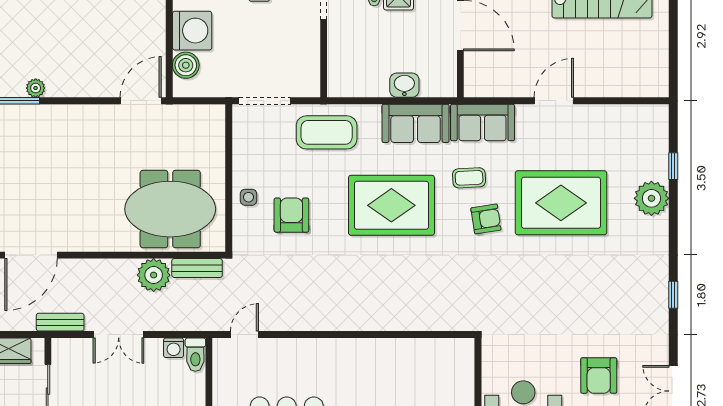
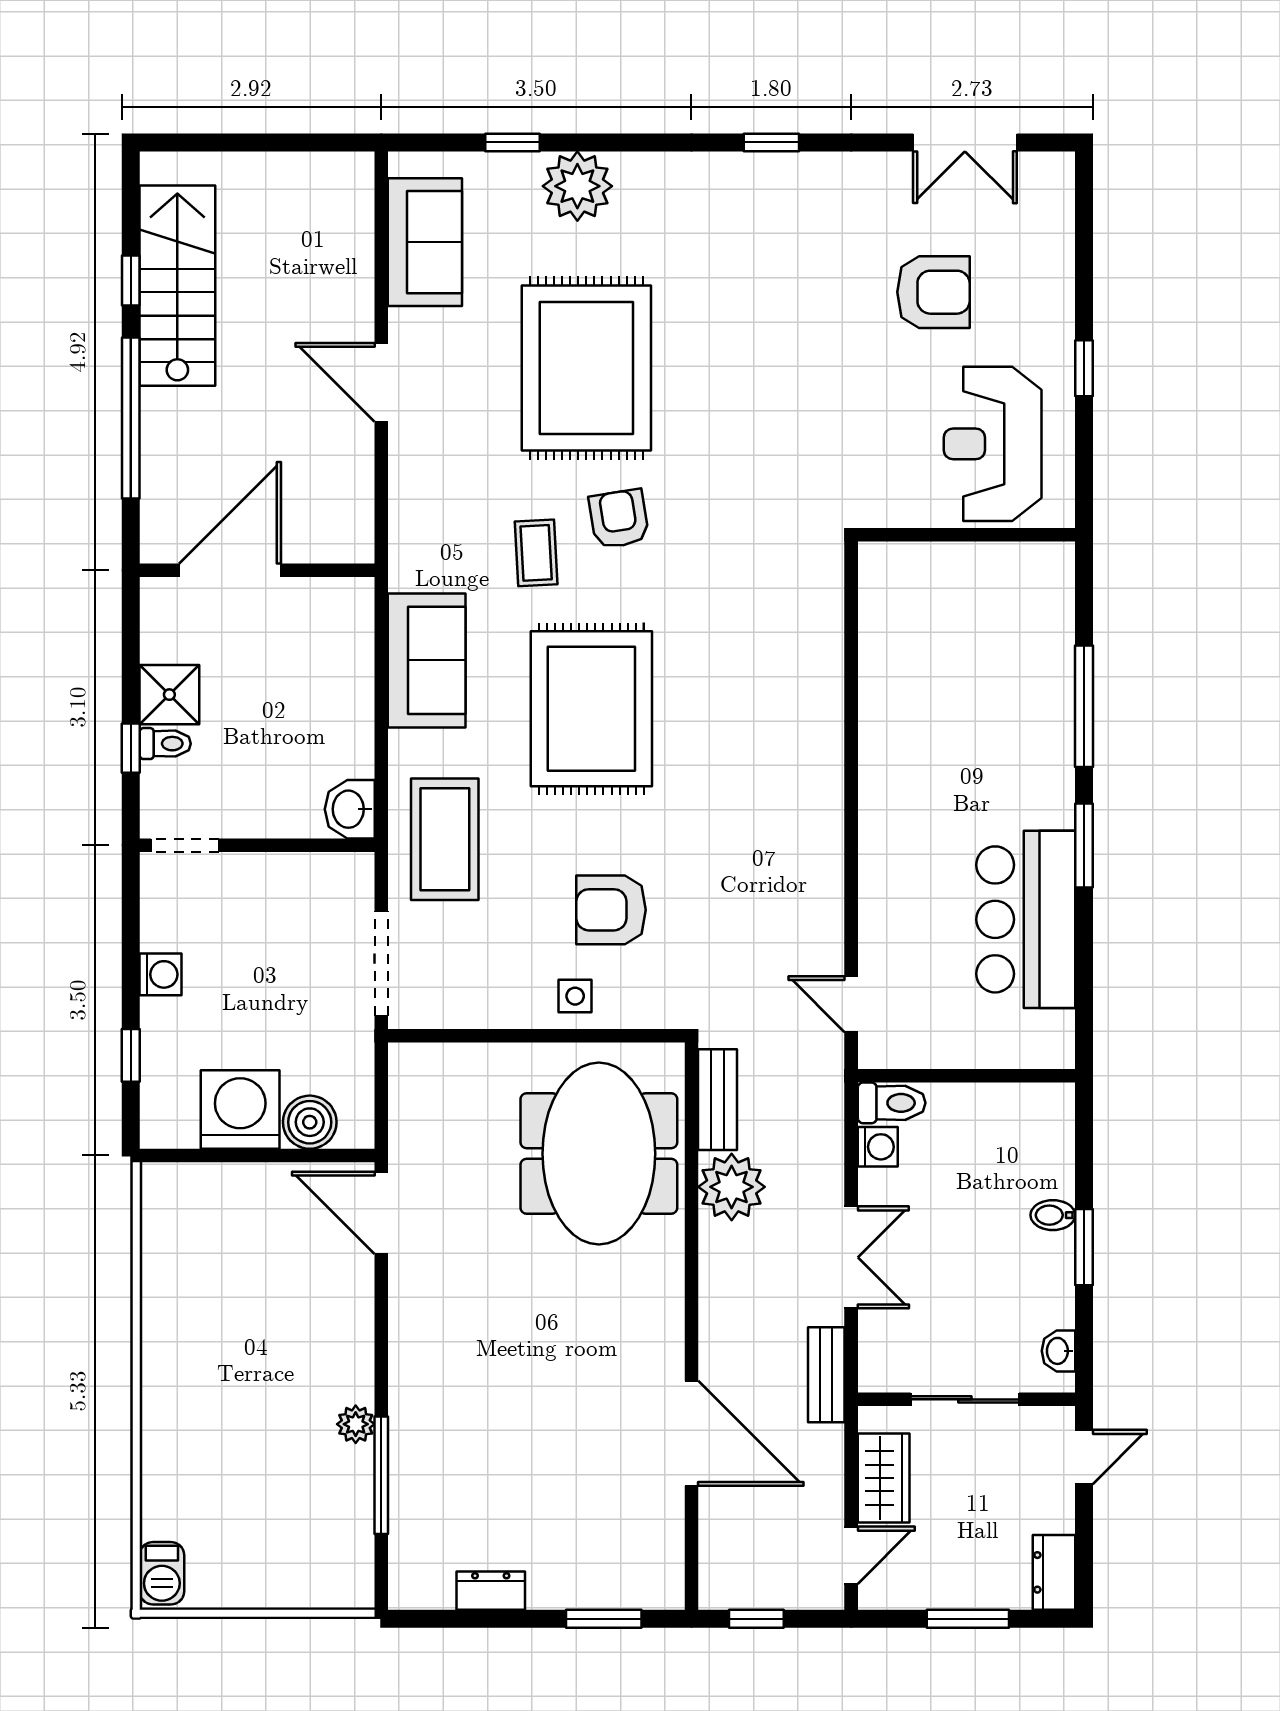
washbasin: (404, 85) -> (350, 809), moved
sofa: (483, 122) -> (425, 242), moved

